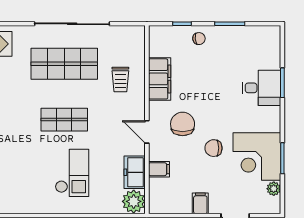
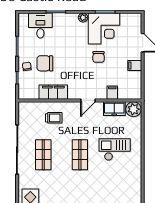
shop shelf: (64, 64) -> (43, 155), width x0.70, depth x0.74
desk: (261, 88) -> (40, 26), moved
chair: (183, 124) -> (45, 63), moved
plant: (274, 189) -> (83, 18), moved

